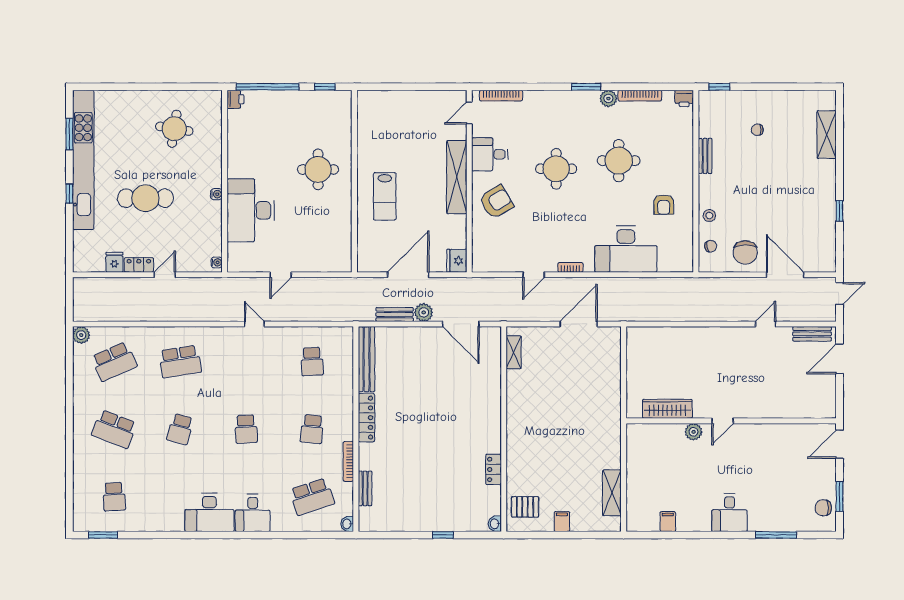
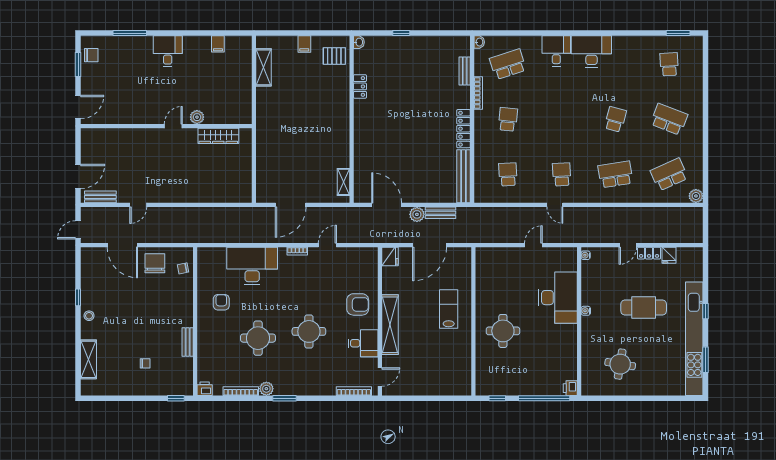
armchair: (496, 202) -> (358, 304), turned -149
stool: (709, 216) -> (89, 316), moved
school desk: (246, 429) -> (562, 174), moved

